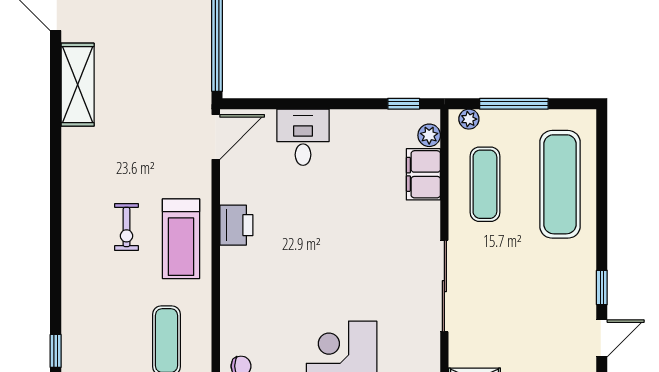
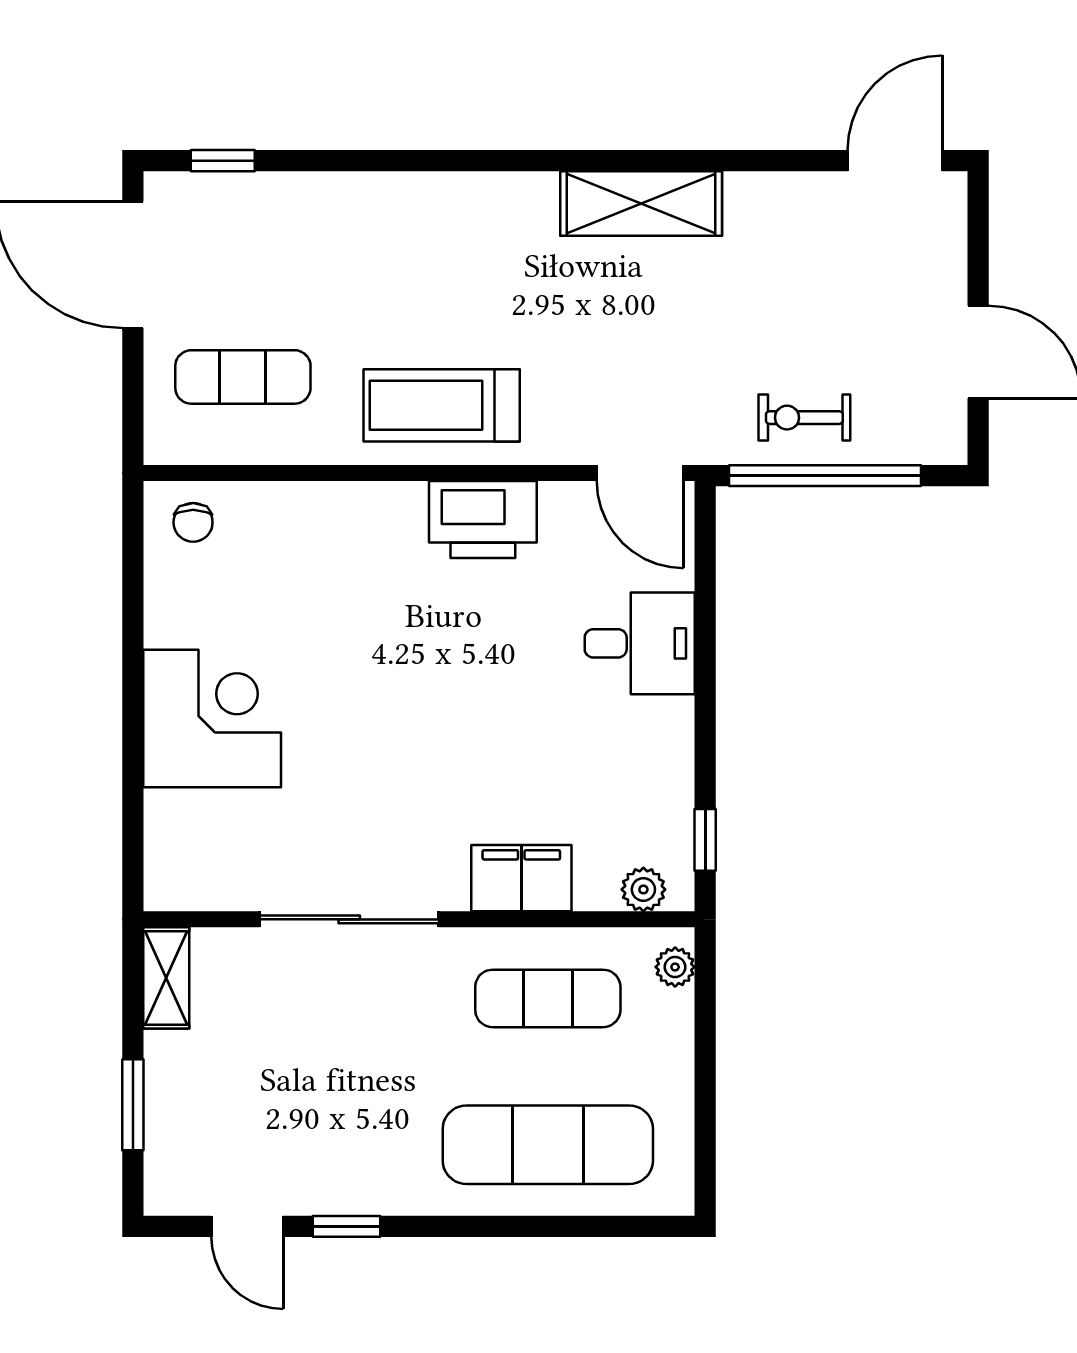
shelving: (78, 85) -> (641, 203), moved
window: (514, 104) -> (705, 1055), removed
filing cabinet: (423, 174) -> (521, 878), moved
printer: (236, 225) -> (483, 520), width x1.37, depth x1.19
exercise bike: (126, 227) -> (804, 418), moved

